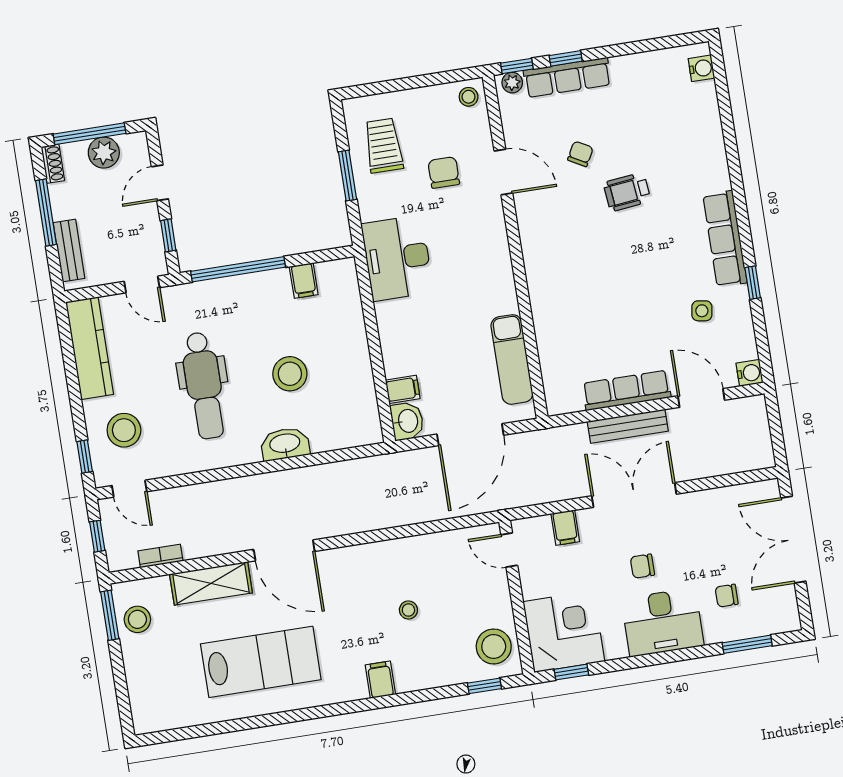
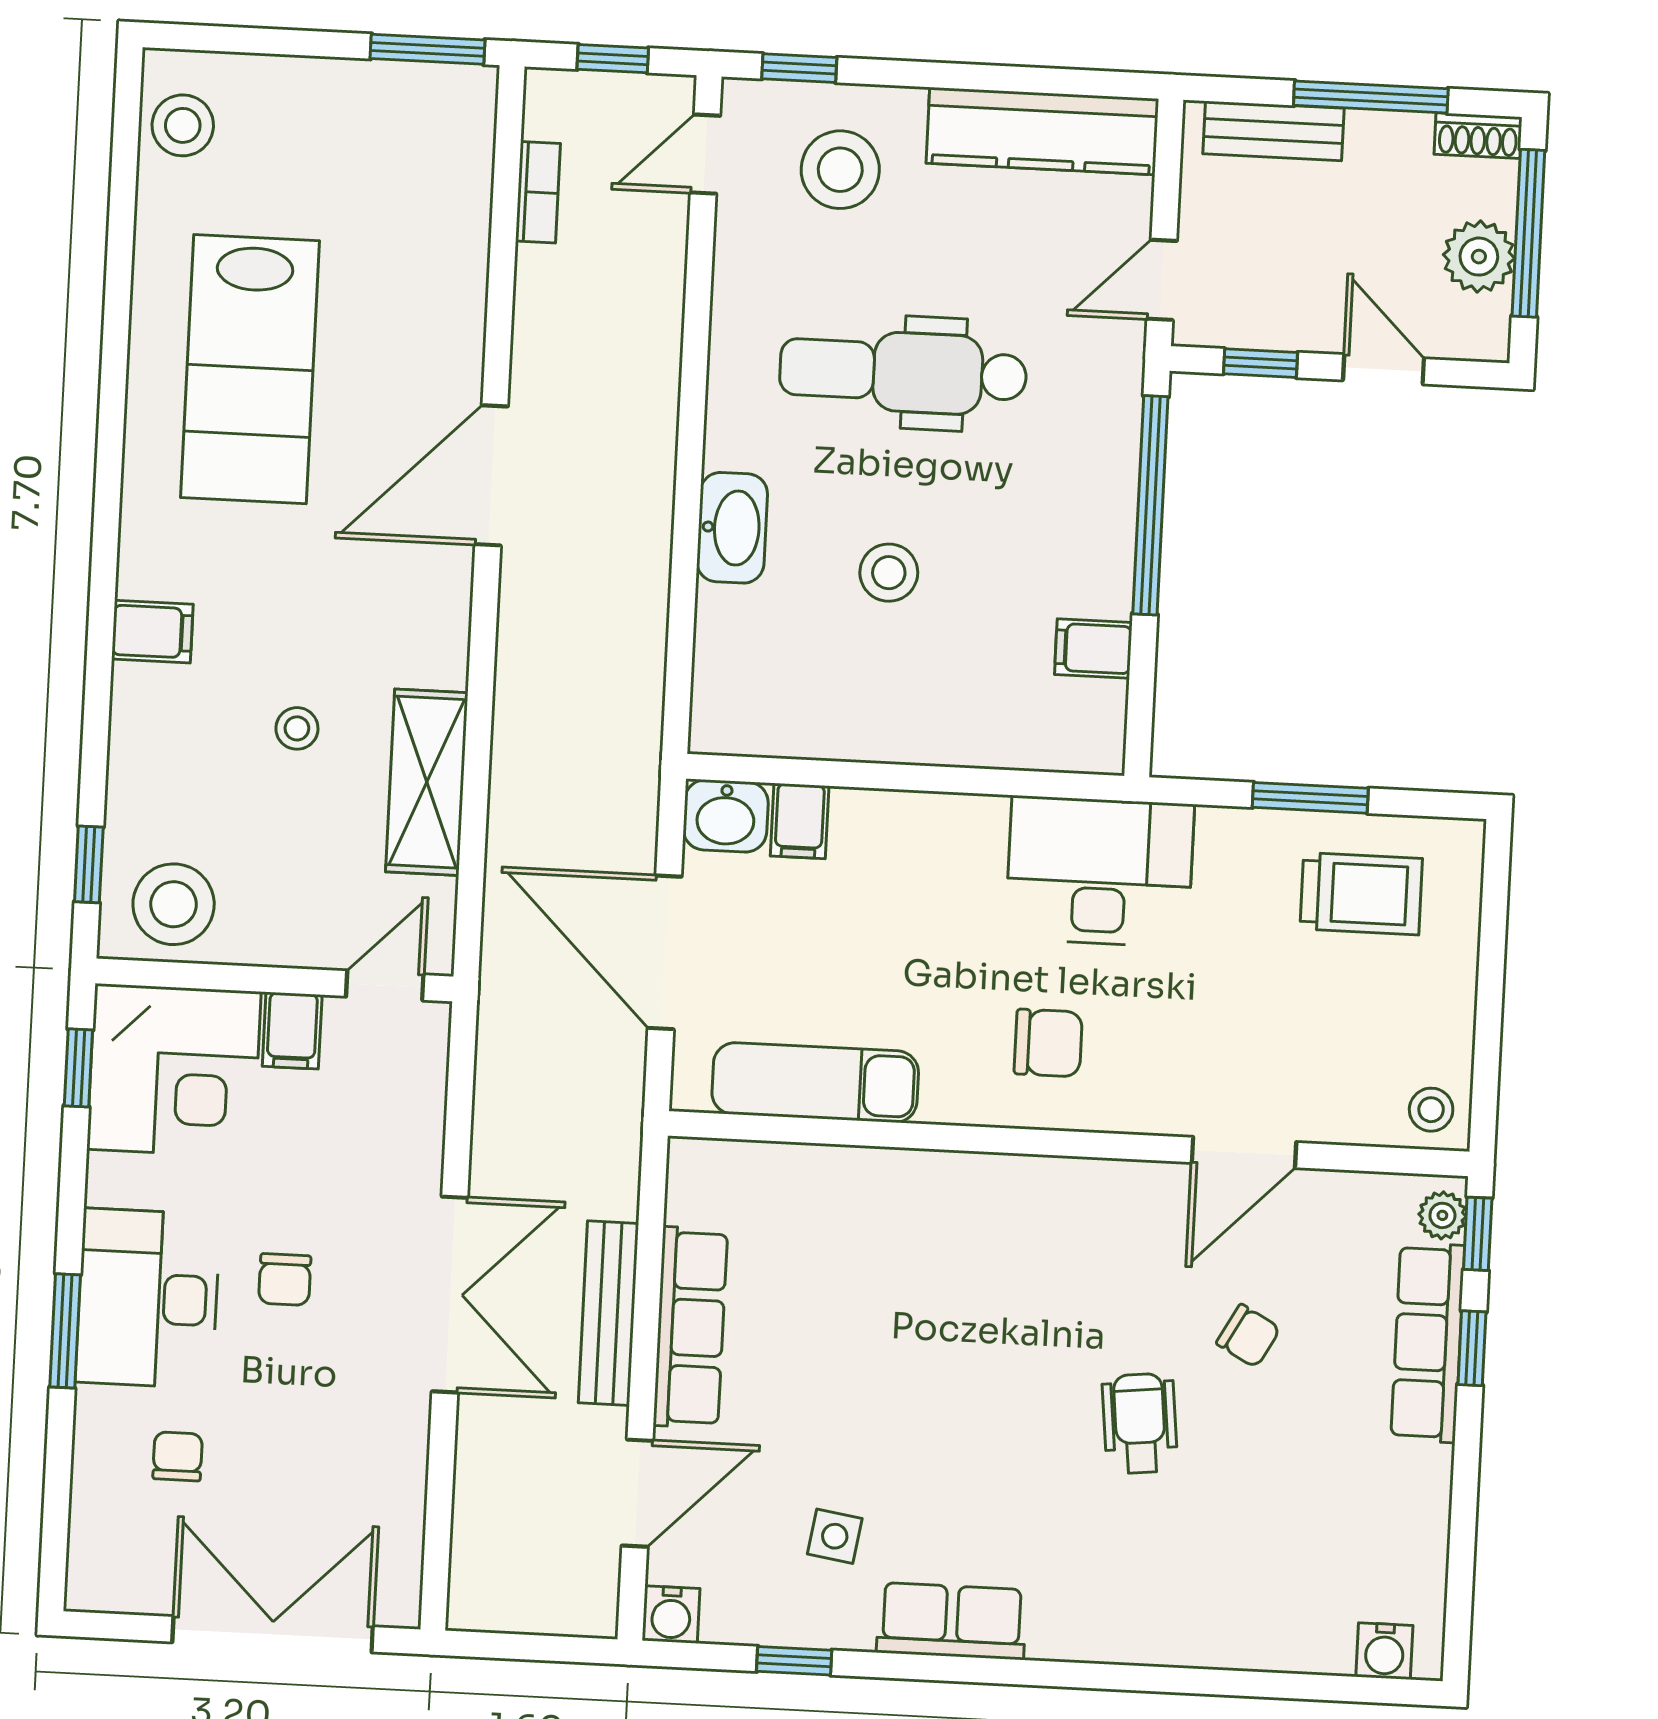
chair: (444, 173) -> (1048, 1043), moved
row of seats: (725, 239) -> (952, 1621), width x0.68
window: (753, 283) -> (794, 1661), moved
stool: (290, 374) -> (889, 573), width x0.73, depth x0.73
filing cabinet: (565, 528) -> (292, 1031), moved, turned -90
chair: (642, 566) -> (285, 1280), turned 180
shelving: (211, 583) -> (427, 782), moved
stool: (137, 619) -> (183, 125), moved
window: (747, 644) -> (65, 1331), moved

